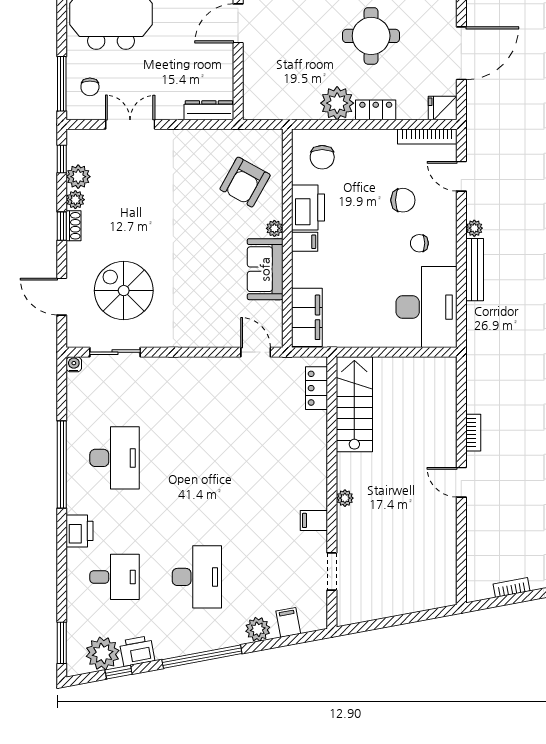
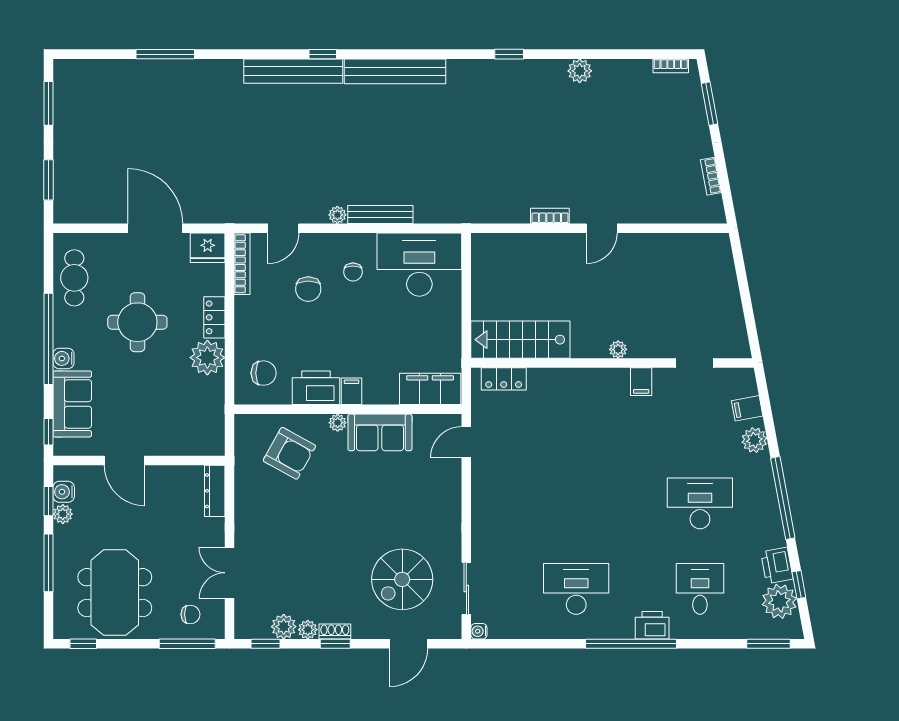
fridge: (443, 108) -> (208, 248), width x1.38
chair: (403, 200) -> (308, 289), turned 180
window: (62, 465) -> (631, 644), moved

